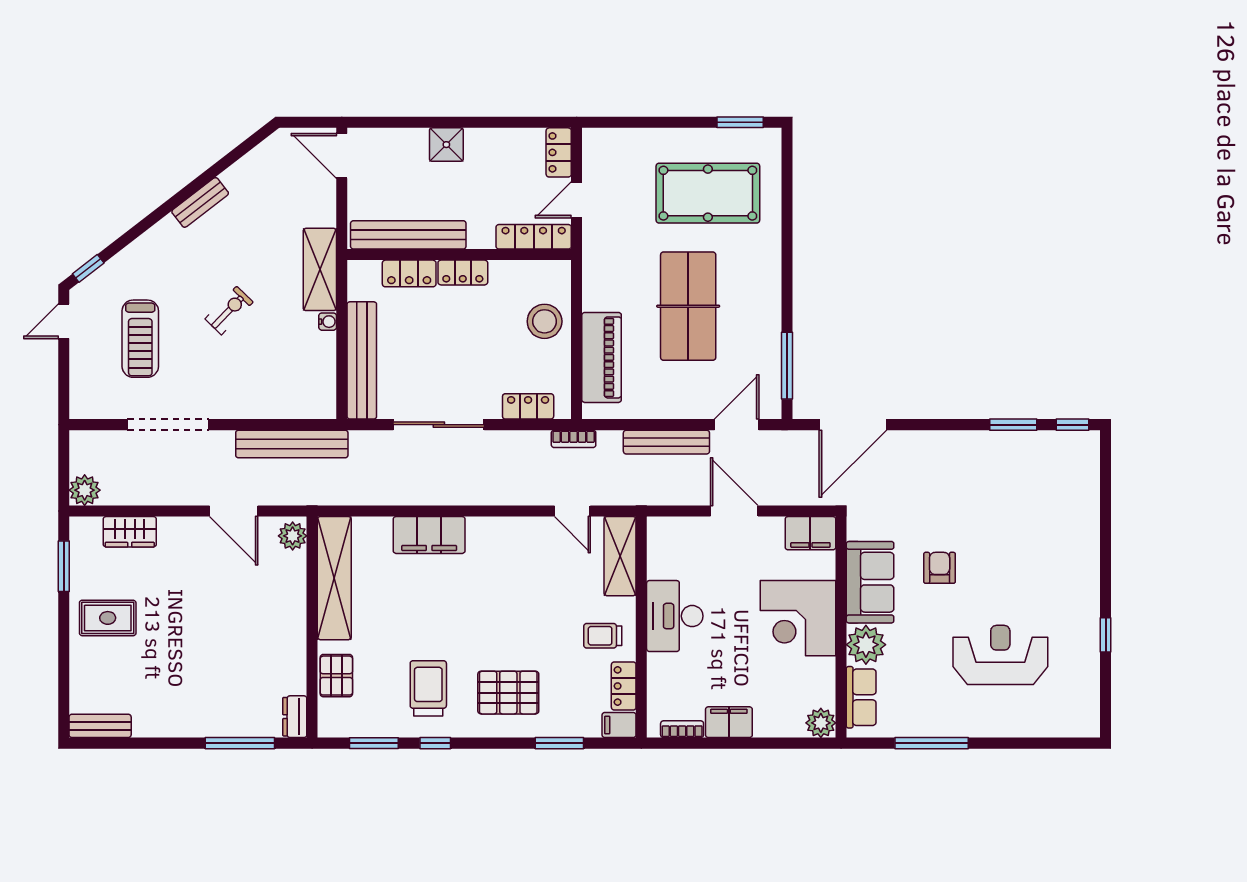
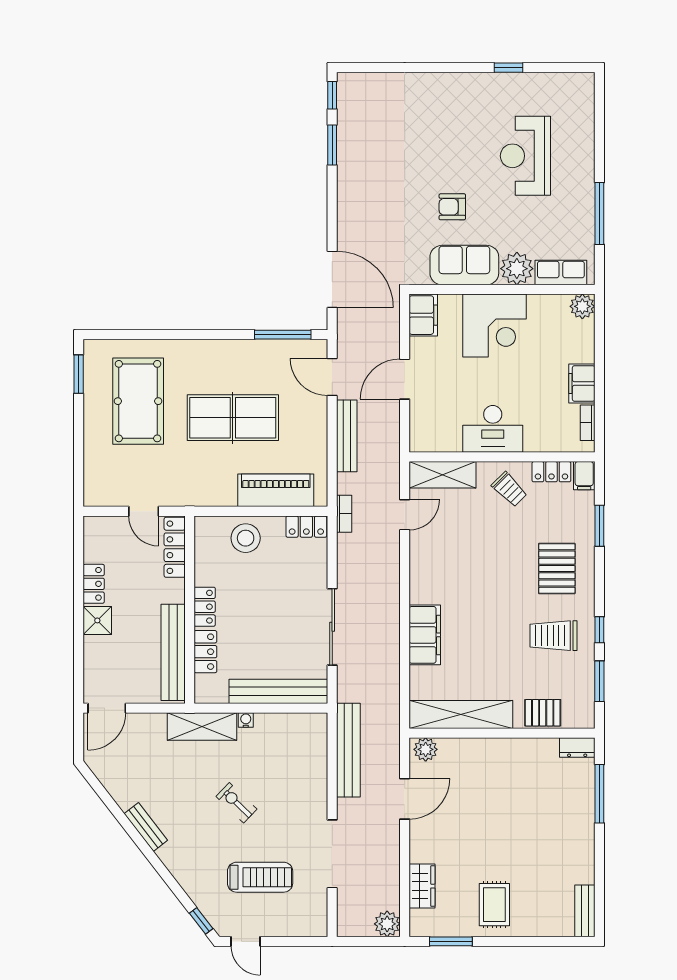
locker: (559, 152) -> (94, 584), moved, turned -90
locker: (528, 406) -> (306, 527), moved, turned -90
trolley: (603, 636) -> (509, 489), turned -45

